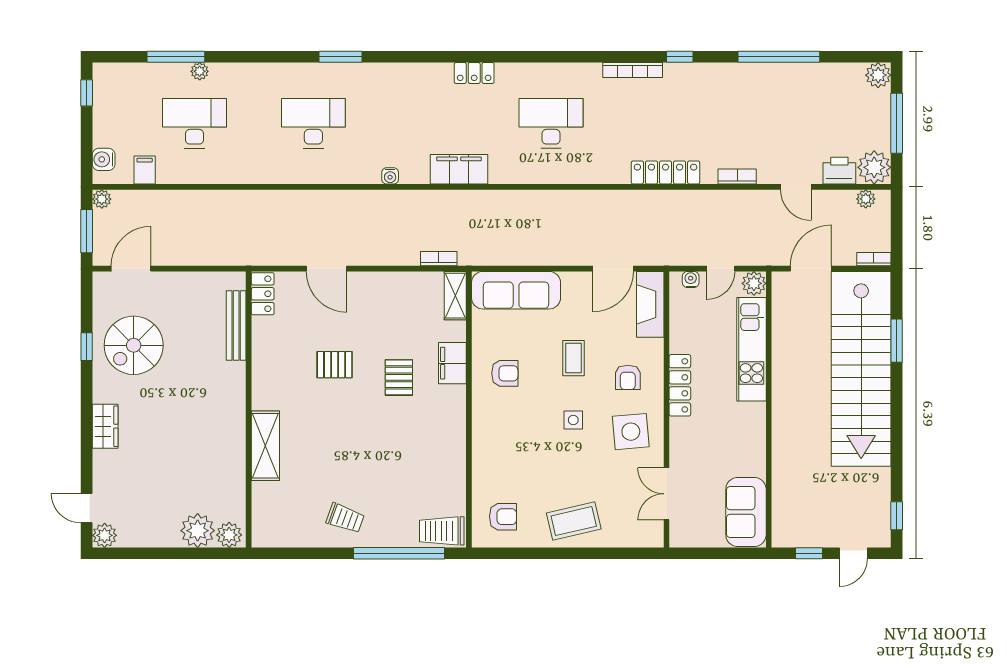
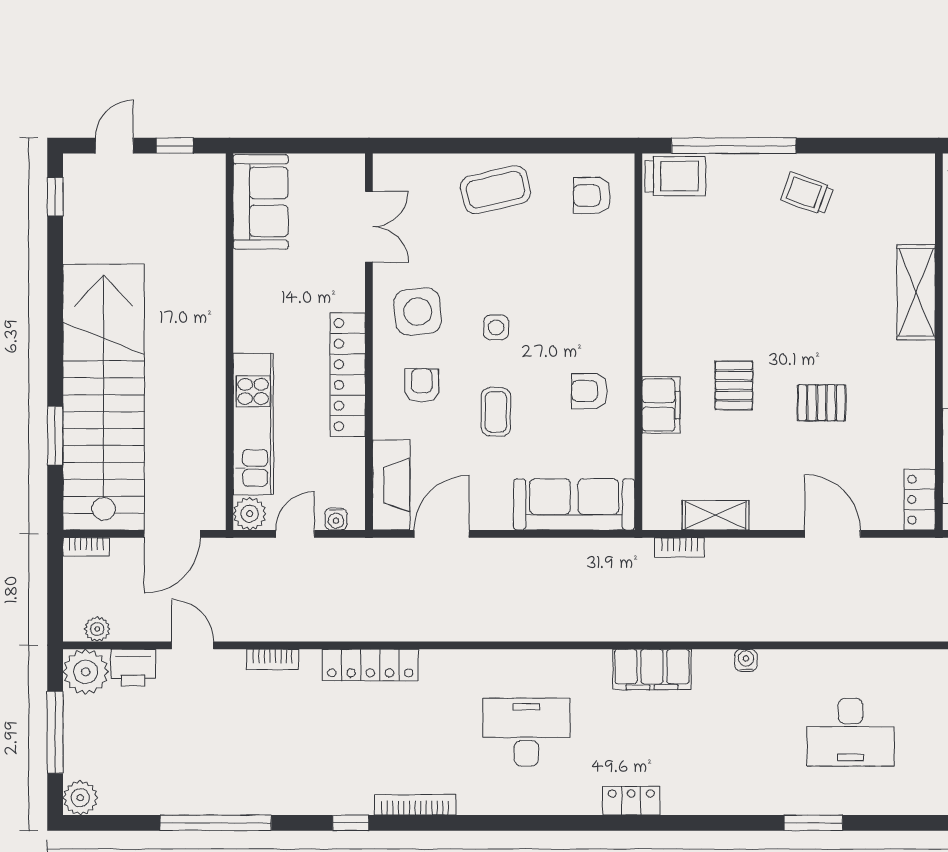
desk: (551, 123) -> (526, 732), turned 180
shelving: (455, 296) -> (716, 515), moved, turned 90
locker: (680, 385) -> (348, 375), width x1.41, depth x1.21

